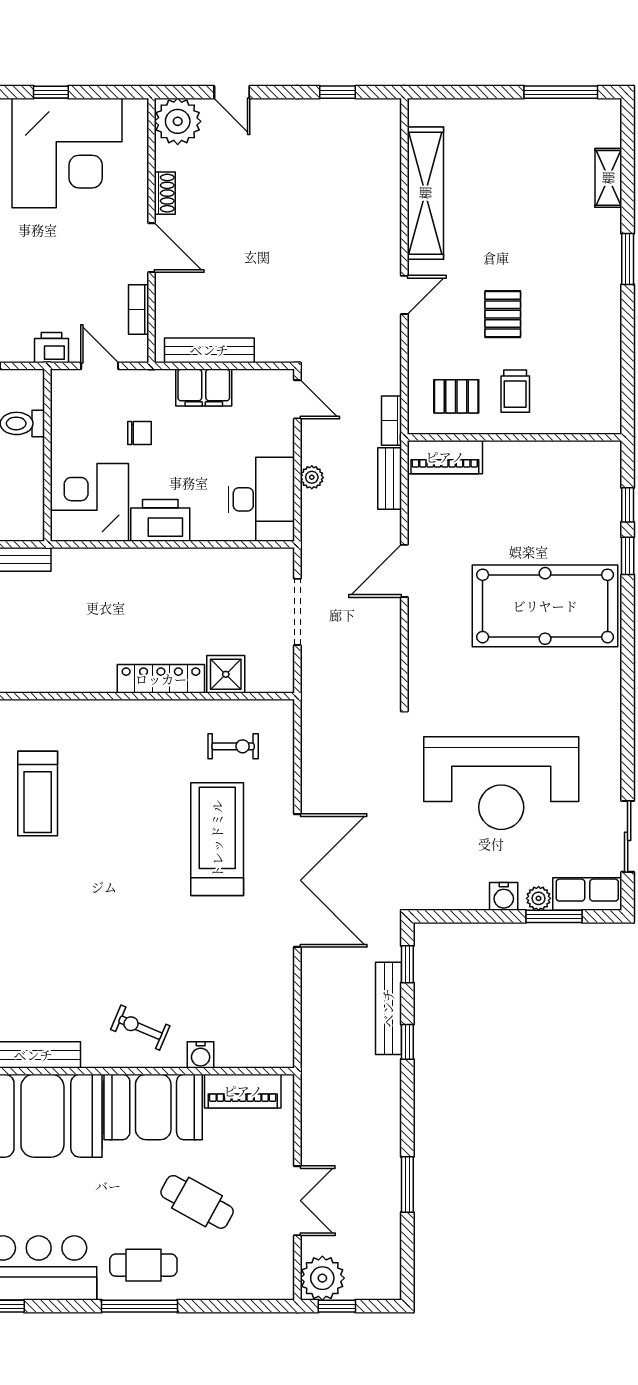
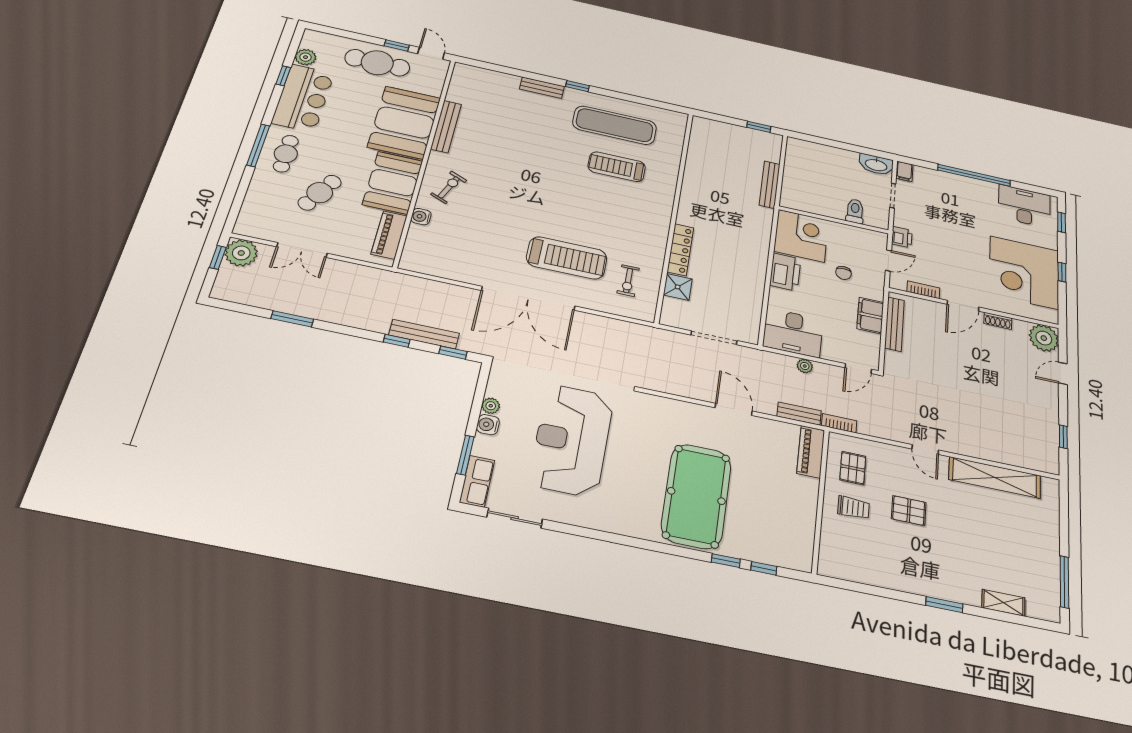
trolley: (515, 391) -> (853, 508), turned 180
plant: (539, 898) -> (491, 406), moved

